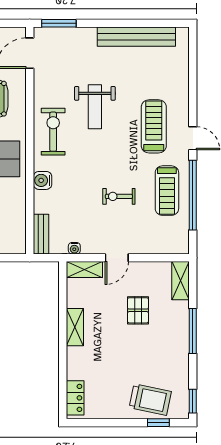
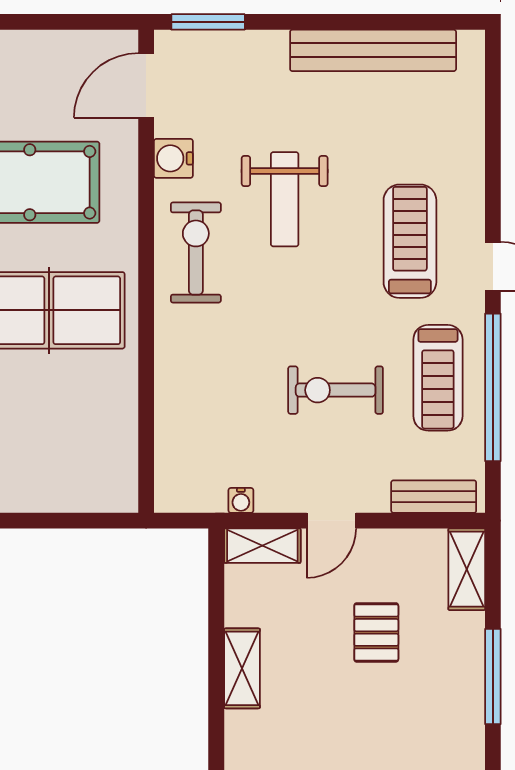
water cooler: (43, 180) -> (173, 158), moved
exercise bike: (119, 196) -> (336, 390), width x1.38, depth x1.39
bench: (41, 234) -> (434, 497), moved, turned 90

